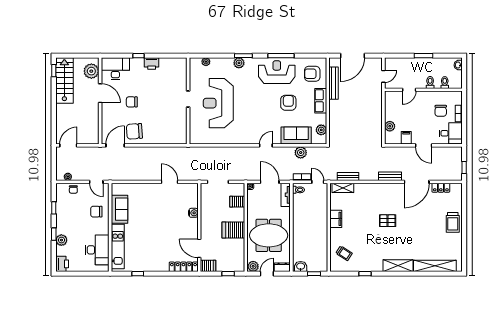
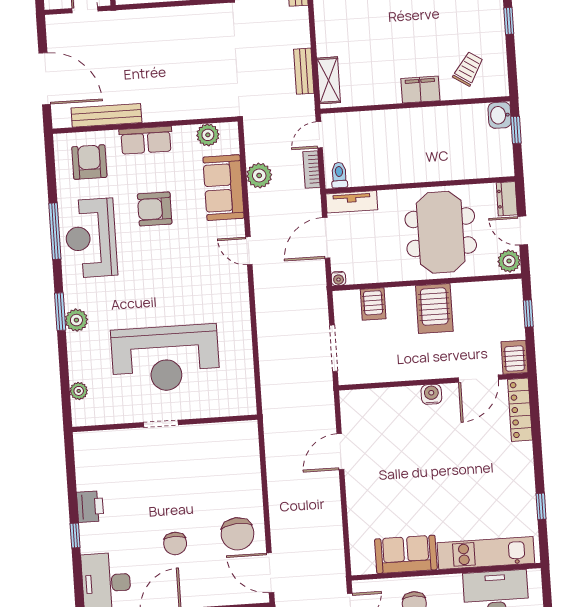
armchair: (312, 74) -> (89, 162), turned 180
water cooler: (193, 213) -> (431, 394), moved
filing cabinet: (336, 219) -> (420, 90), moved
washbasin: (301, 266) -> (500, 115), moved

